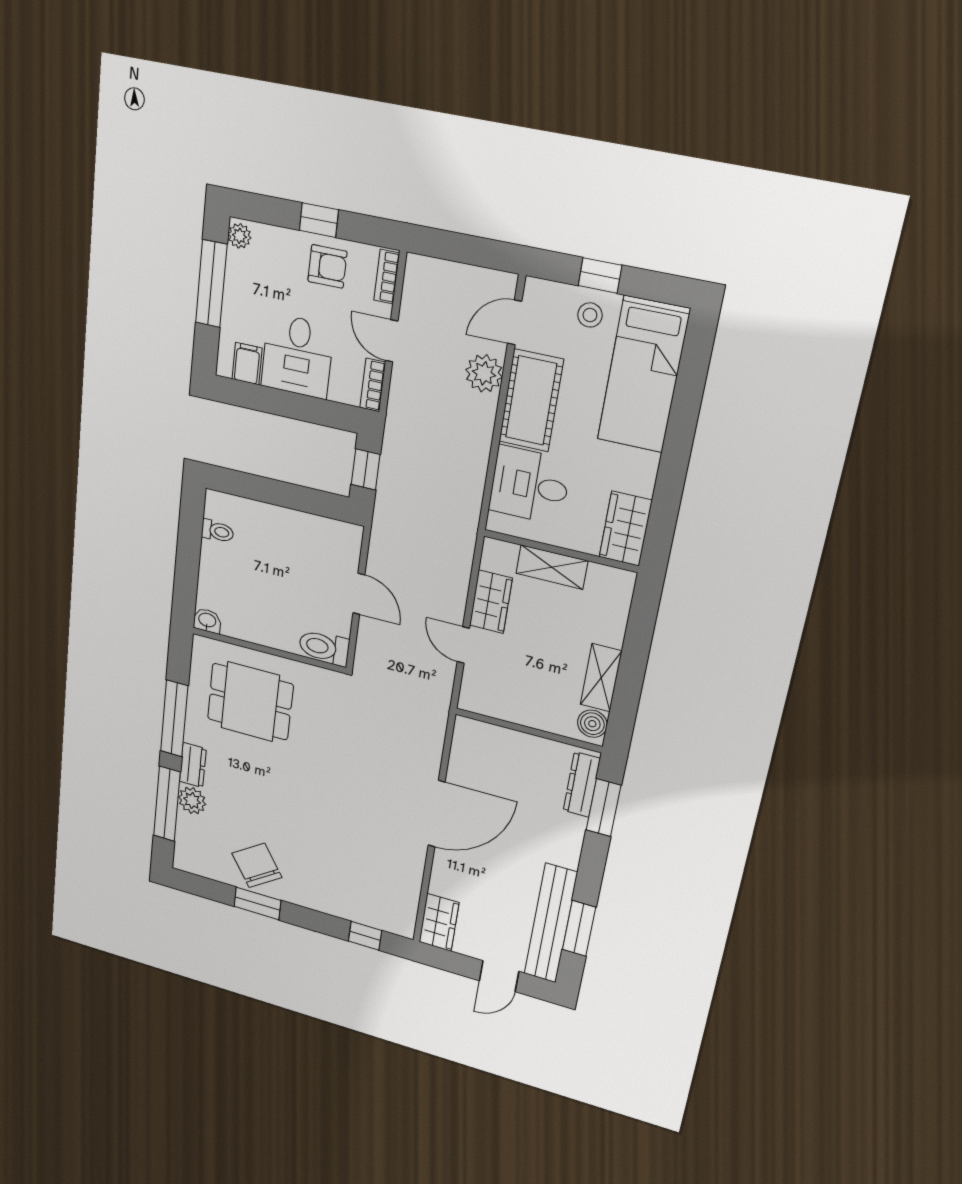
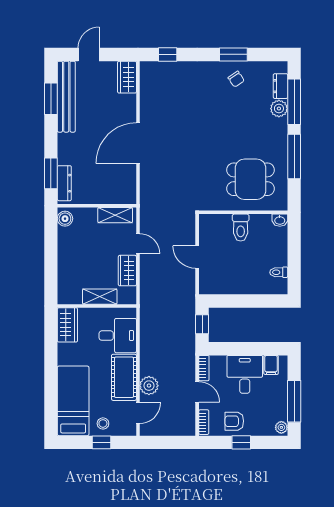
toilet: (324, 647) -> (241, 228), moved, turned 90
shelving: (601, 678) -> (115, 215), moved, turned 90
dresser: (193, 765) -> (280, 86), moved
chair: (257, 865) -> (236, 79), width x0.54, depth x0.54

